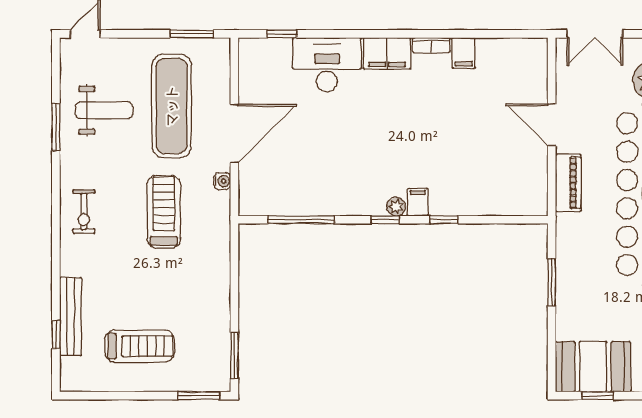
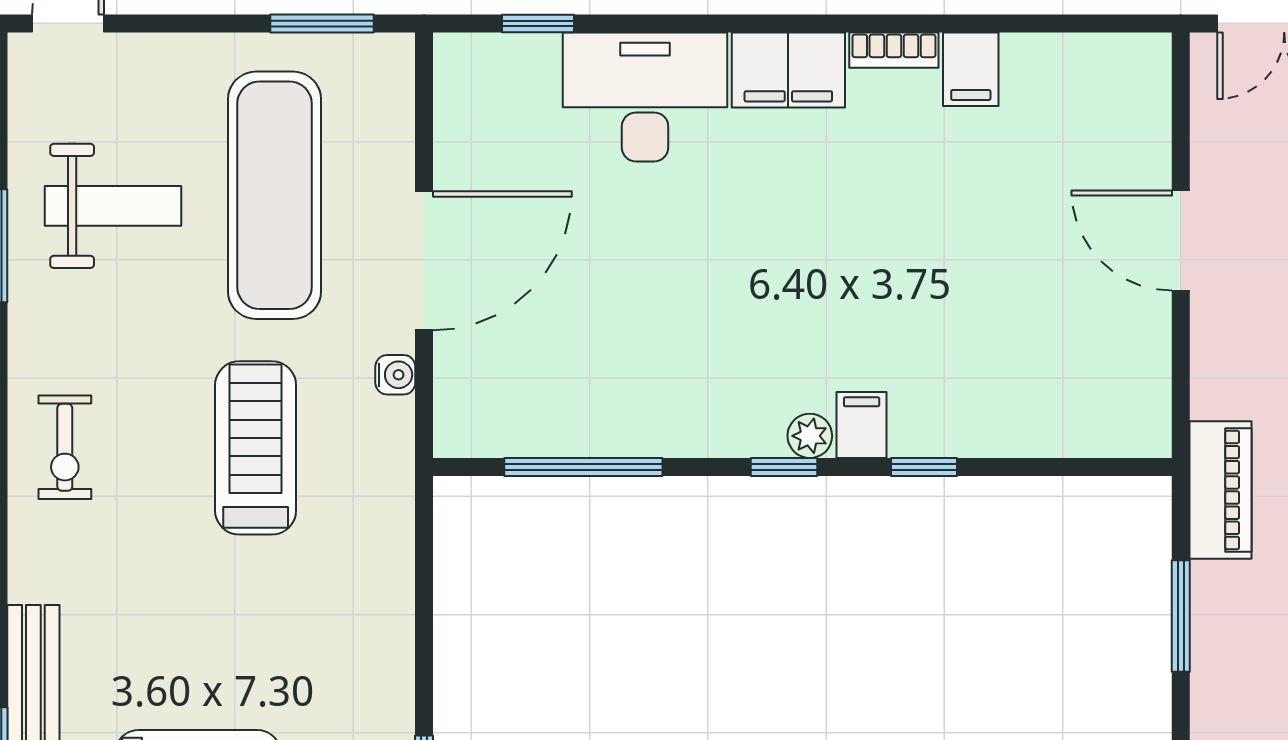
piano: (568, 183) -> (1220, 490), moved

